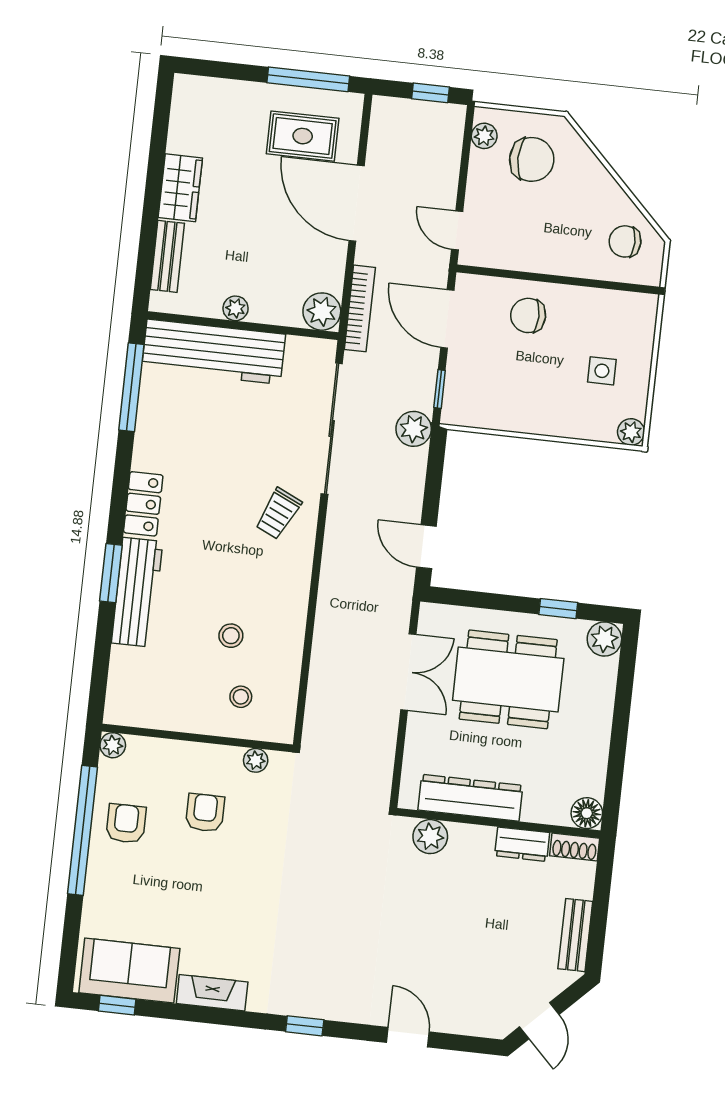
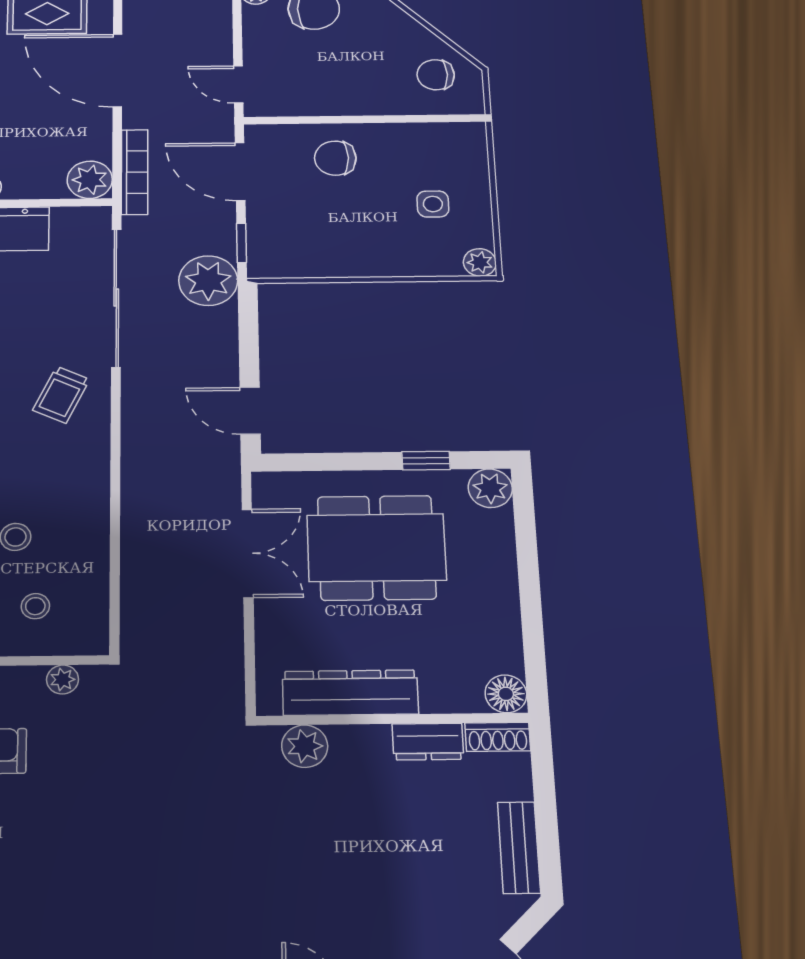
plant: (414, 429) -> (208, 281), width x1.36, depth x1.36

